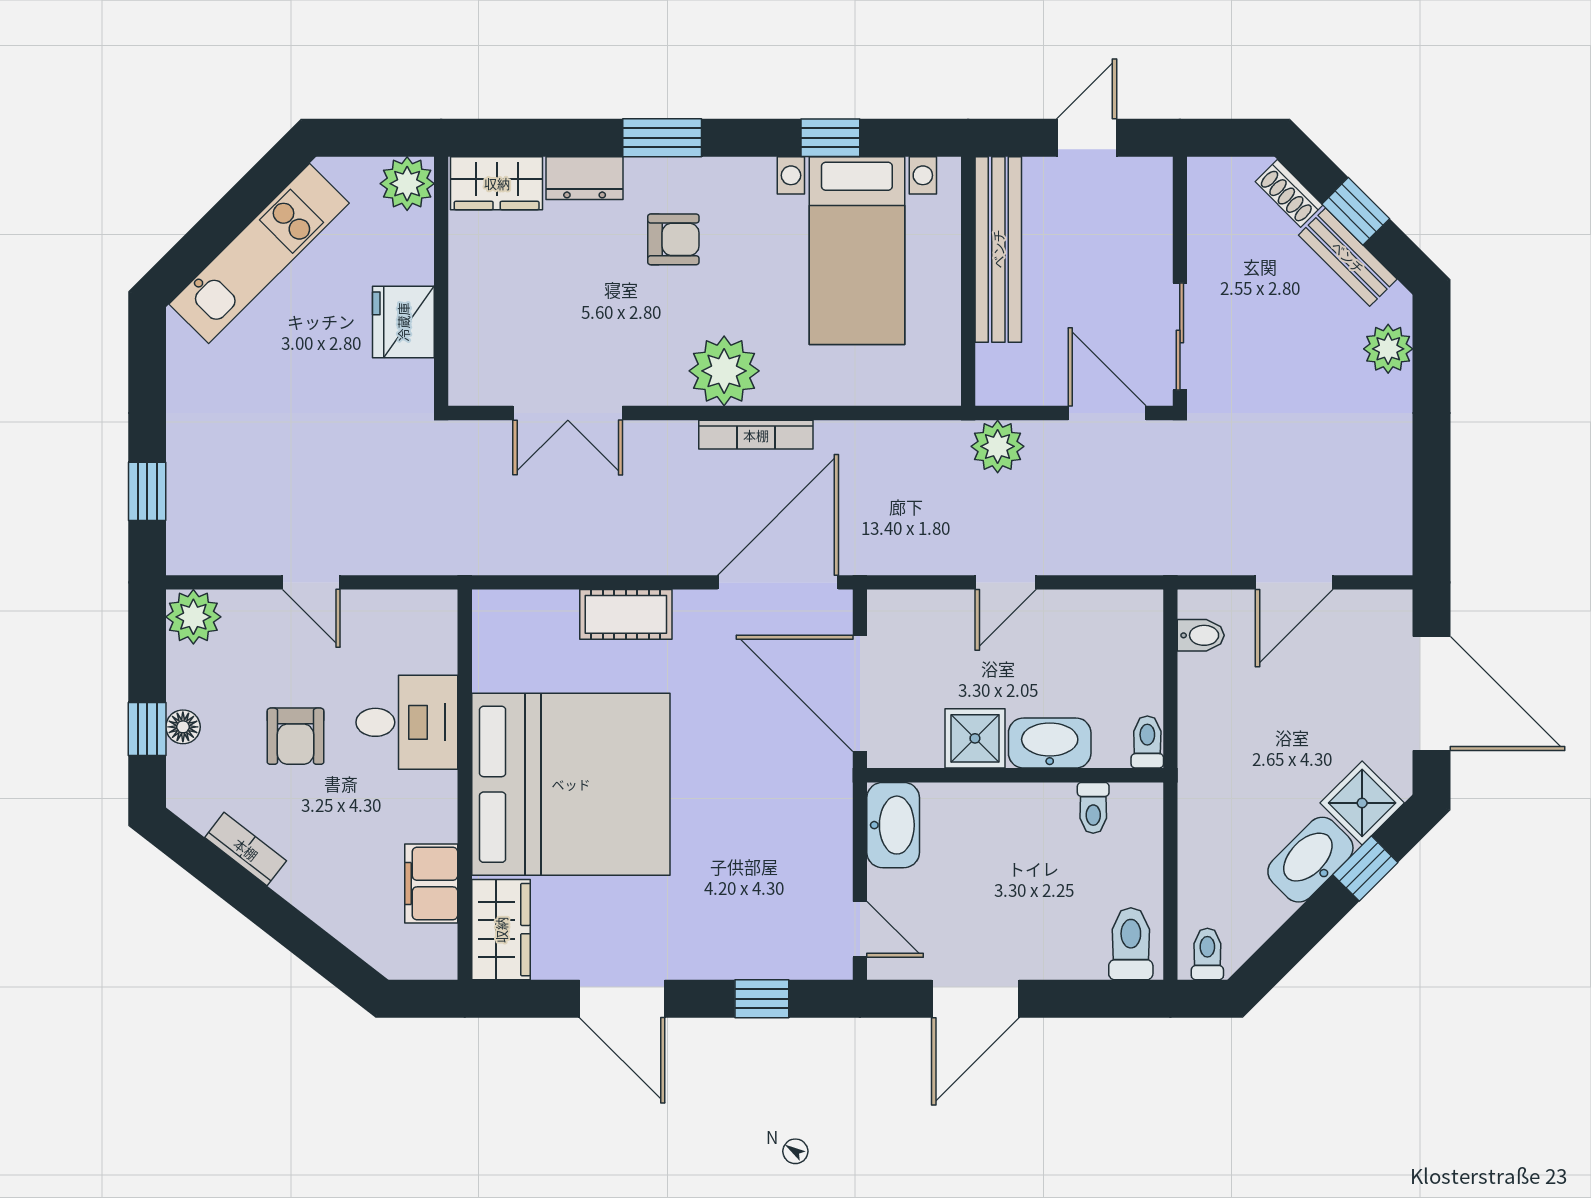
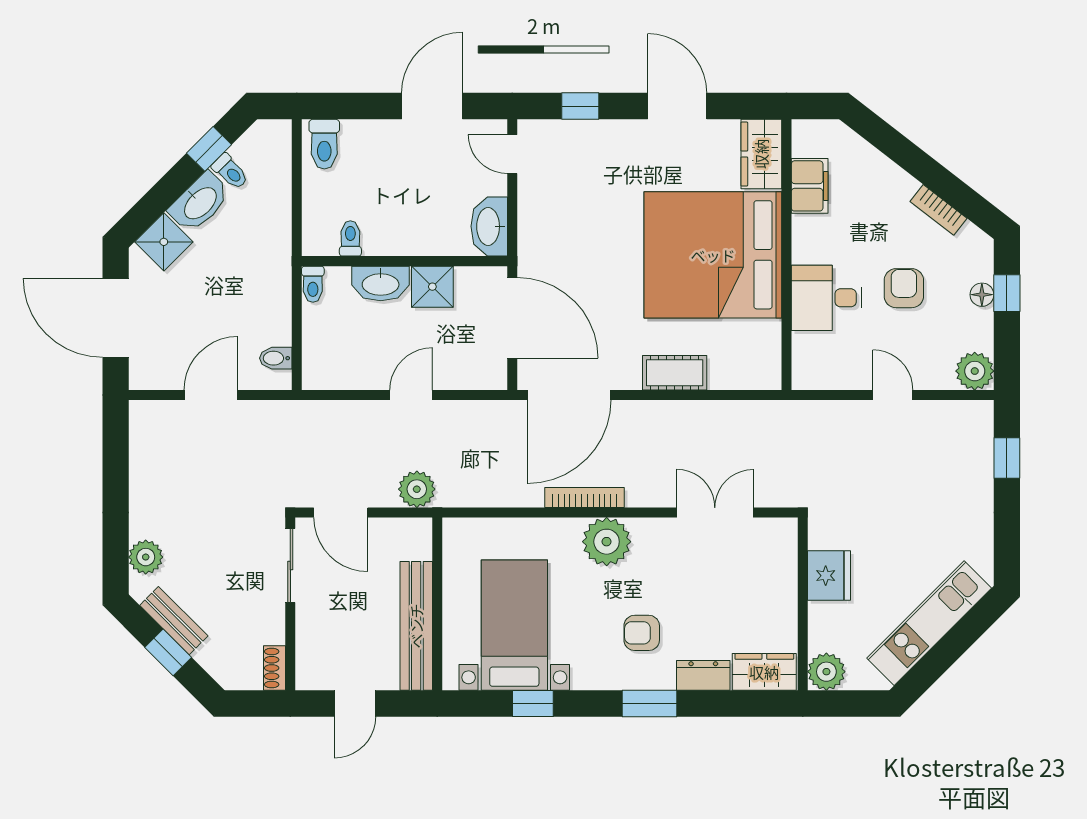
shoe rack: (1289, 193) -> (274, 668), moved, turned -135
window: (1365, 869) -> (209, 149), moved
toilet: (1207, 954) -> (230, 172), moved, turned -45

